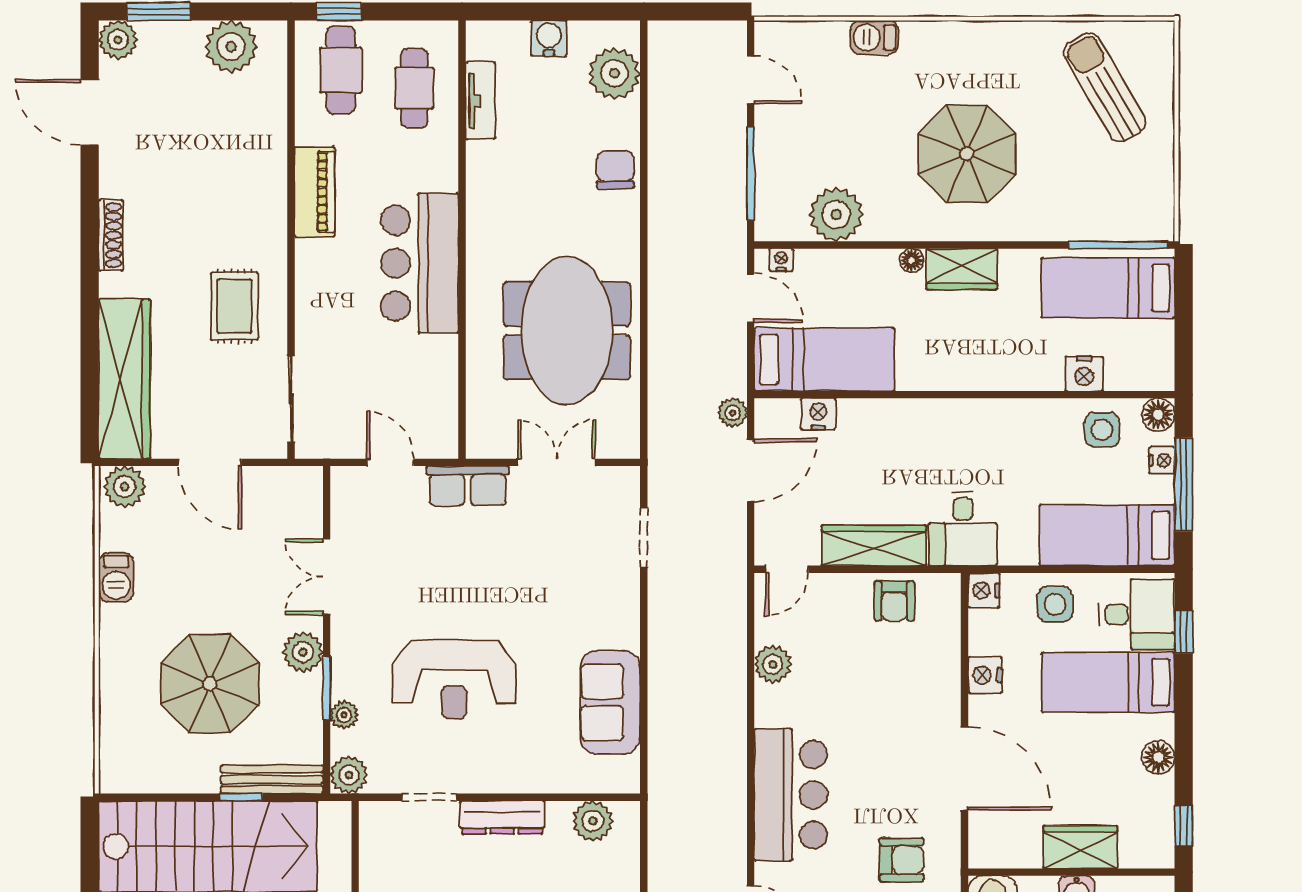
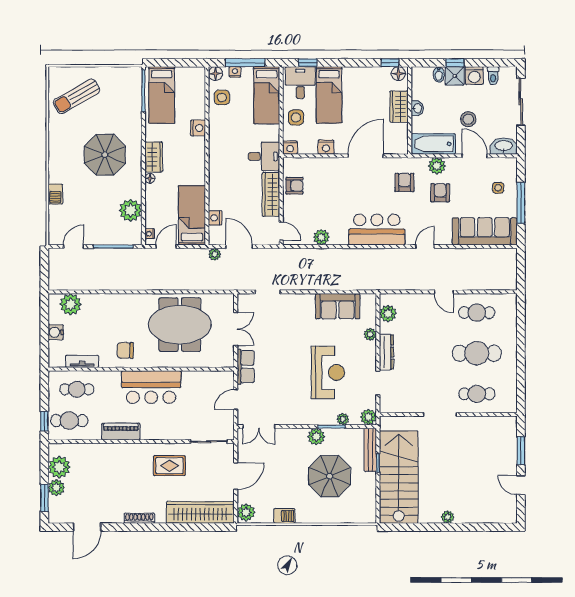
plant: (118, 40) -> (56, 488), moved
chair: (615, 170) -> (125, 350), moved
nightstand: (1084, 374) -> (198, 128), moved
double door: (557, 462) -> (236, 329), swing flipped
double door: (327, 577) -> (259, 427), moved
floor lamp: (1158, 757) -> (398, 74), moved
plant: (544, 779) -> (370, 334), added

